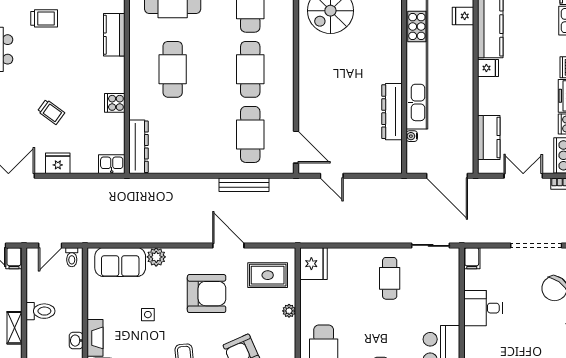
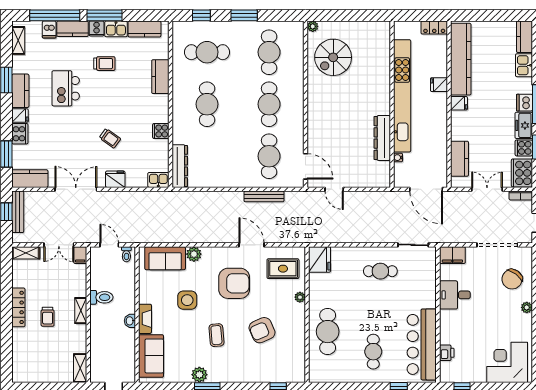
fridge: (463, 16) -> (439, 85), moved
door: (50, 245) -> (109, 245), swing flipped
filing cabinet: (472, 258) -> (452, 255), width x2.00
cafe table: (390, 278) -> (380, 271), turned 90
side table: (148, 315) -> (187, 300), width x1.87, depth x1.87

